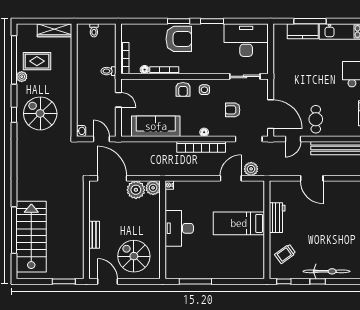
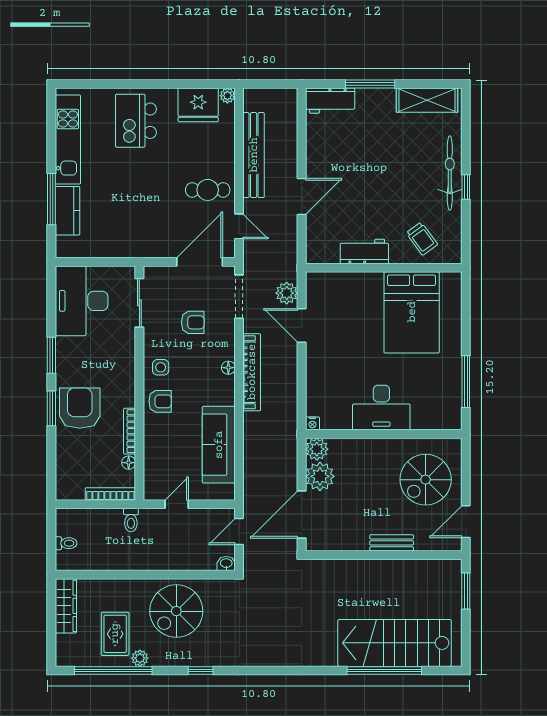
armchair: (233, 110) -> (193, 322), turned -90
spiral stairs: (40, 113) -> (176, 611), moved
bed: (239, 223) -> (412, 312), moved, width x1.50
window: (284, 281) -> (466, 241), removed

